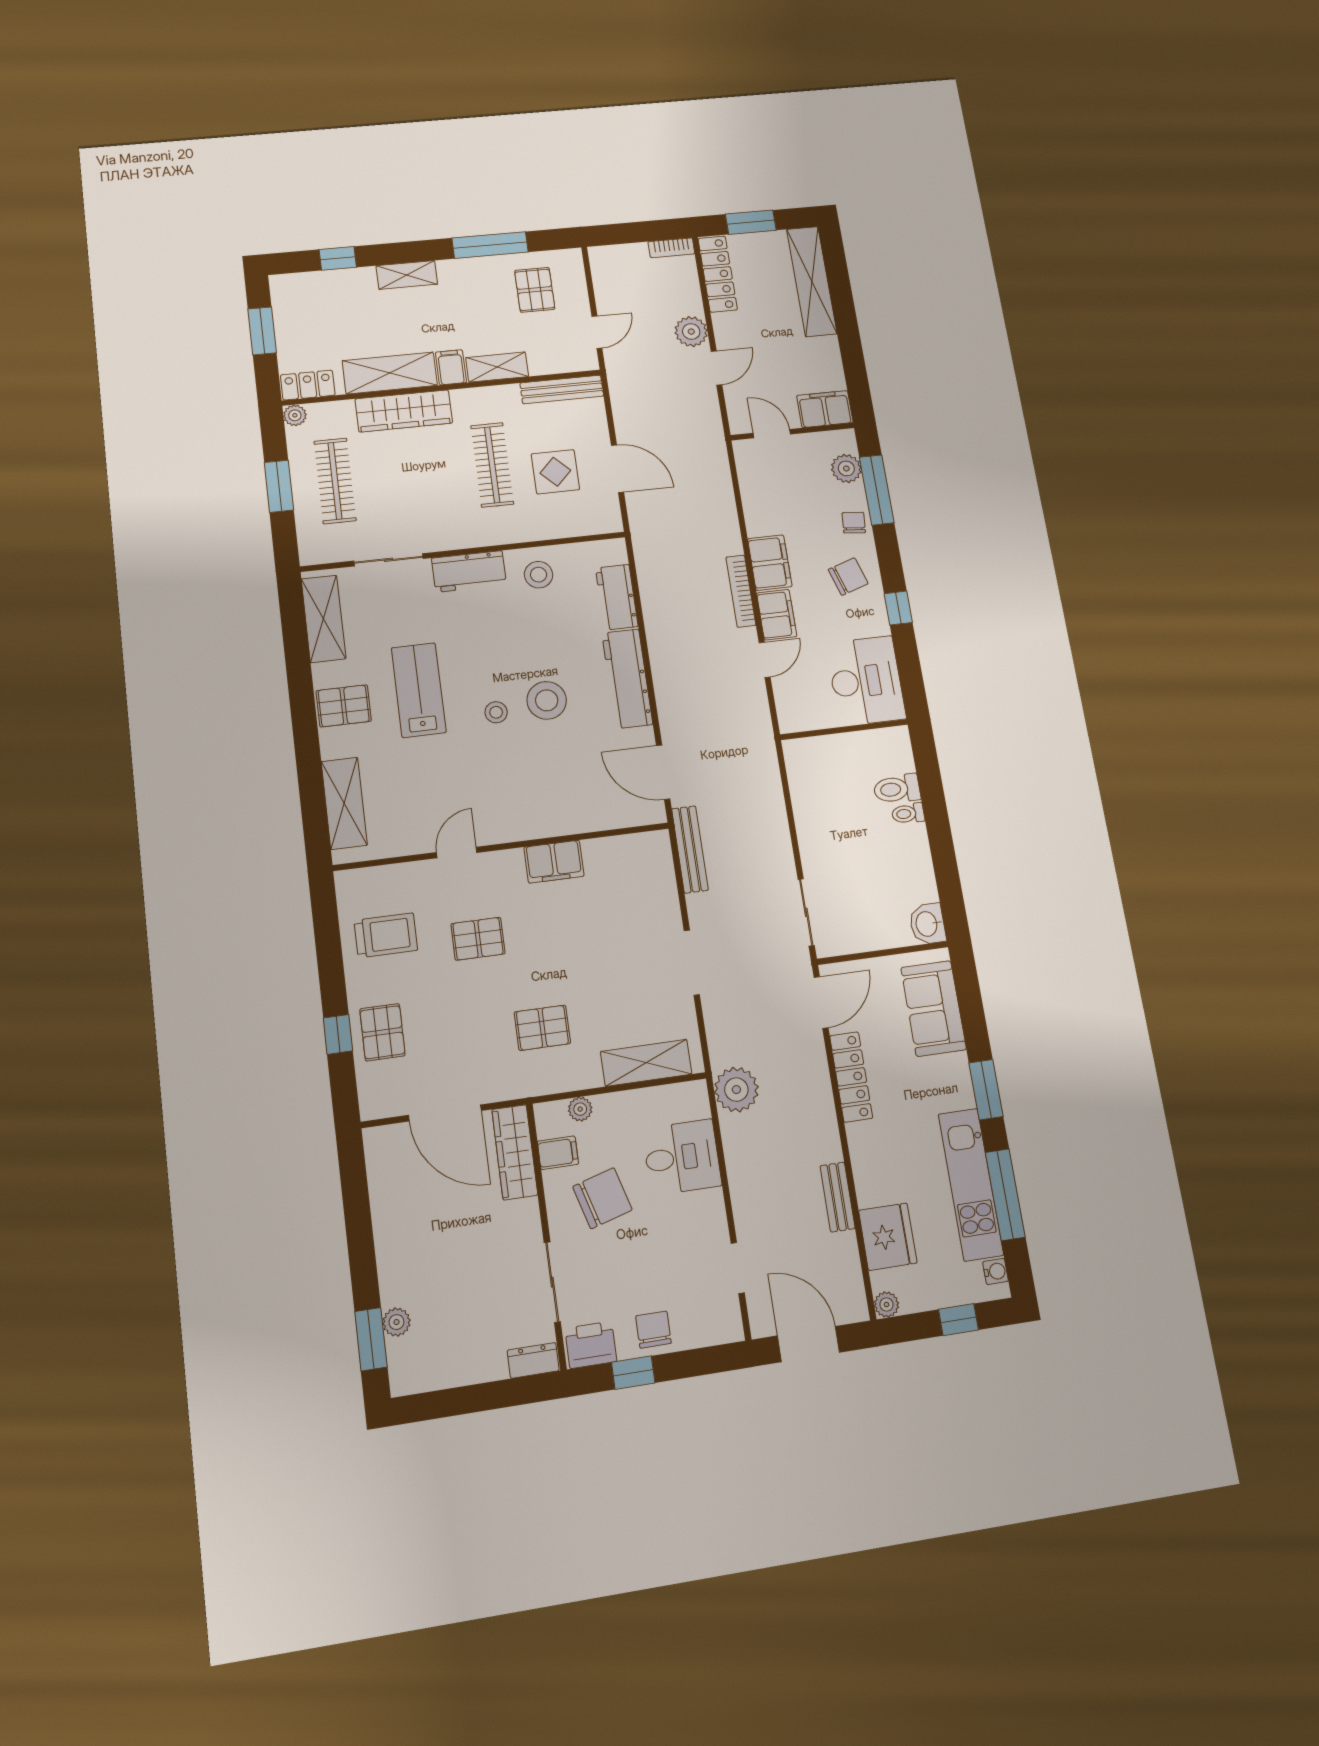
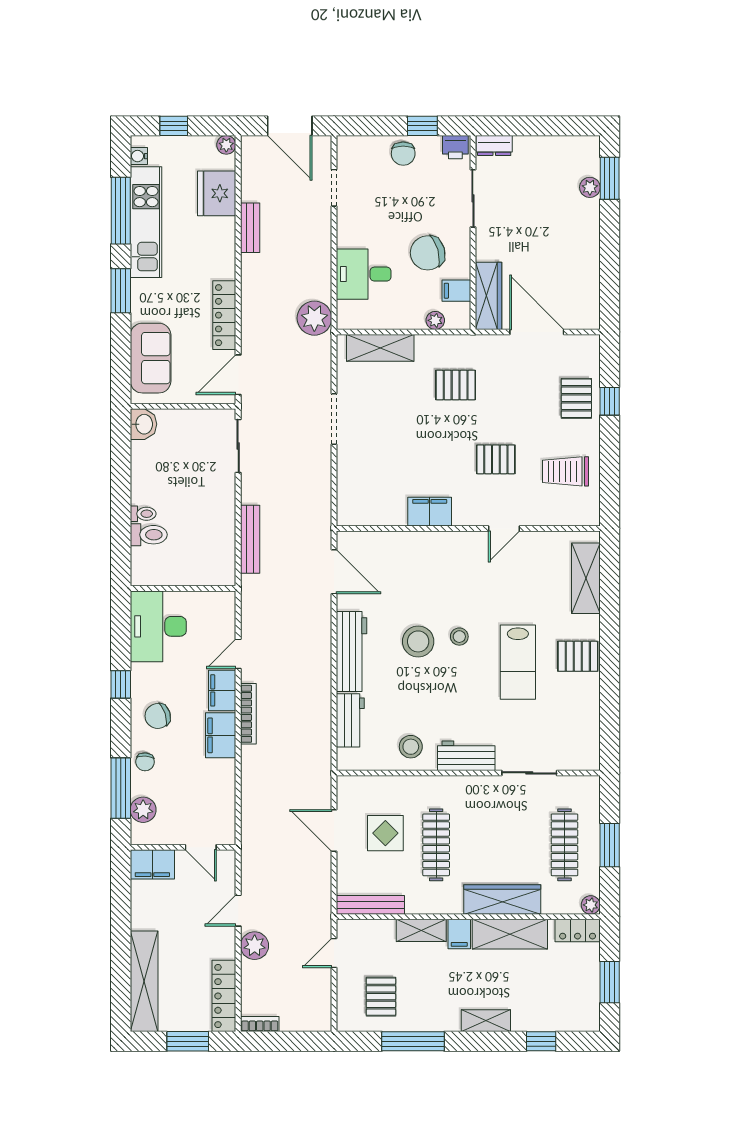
shelving: (323, 619) -> (586, 730), removed
bench: (690, 849) -> (250, 539), moved
printer: (591, 1345) -> (455, 147), width x0.73, depth x0.81

